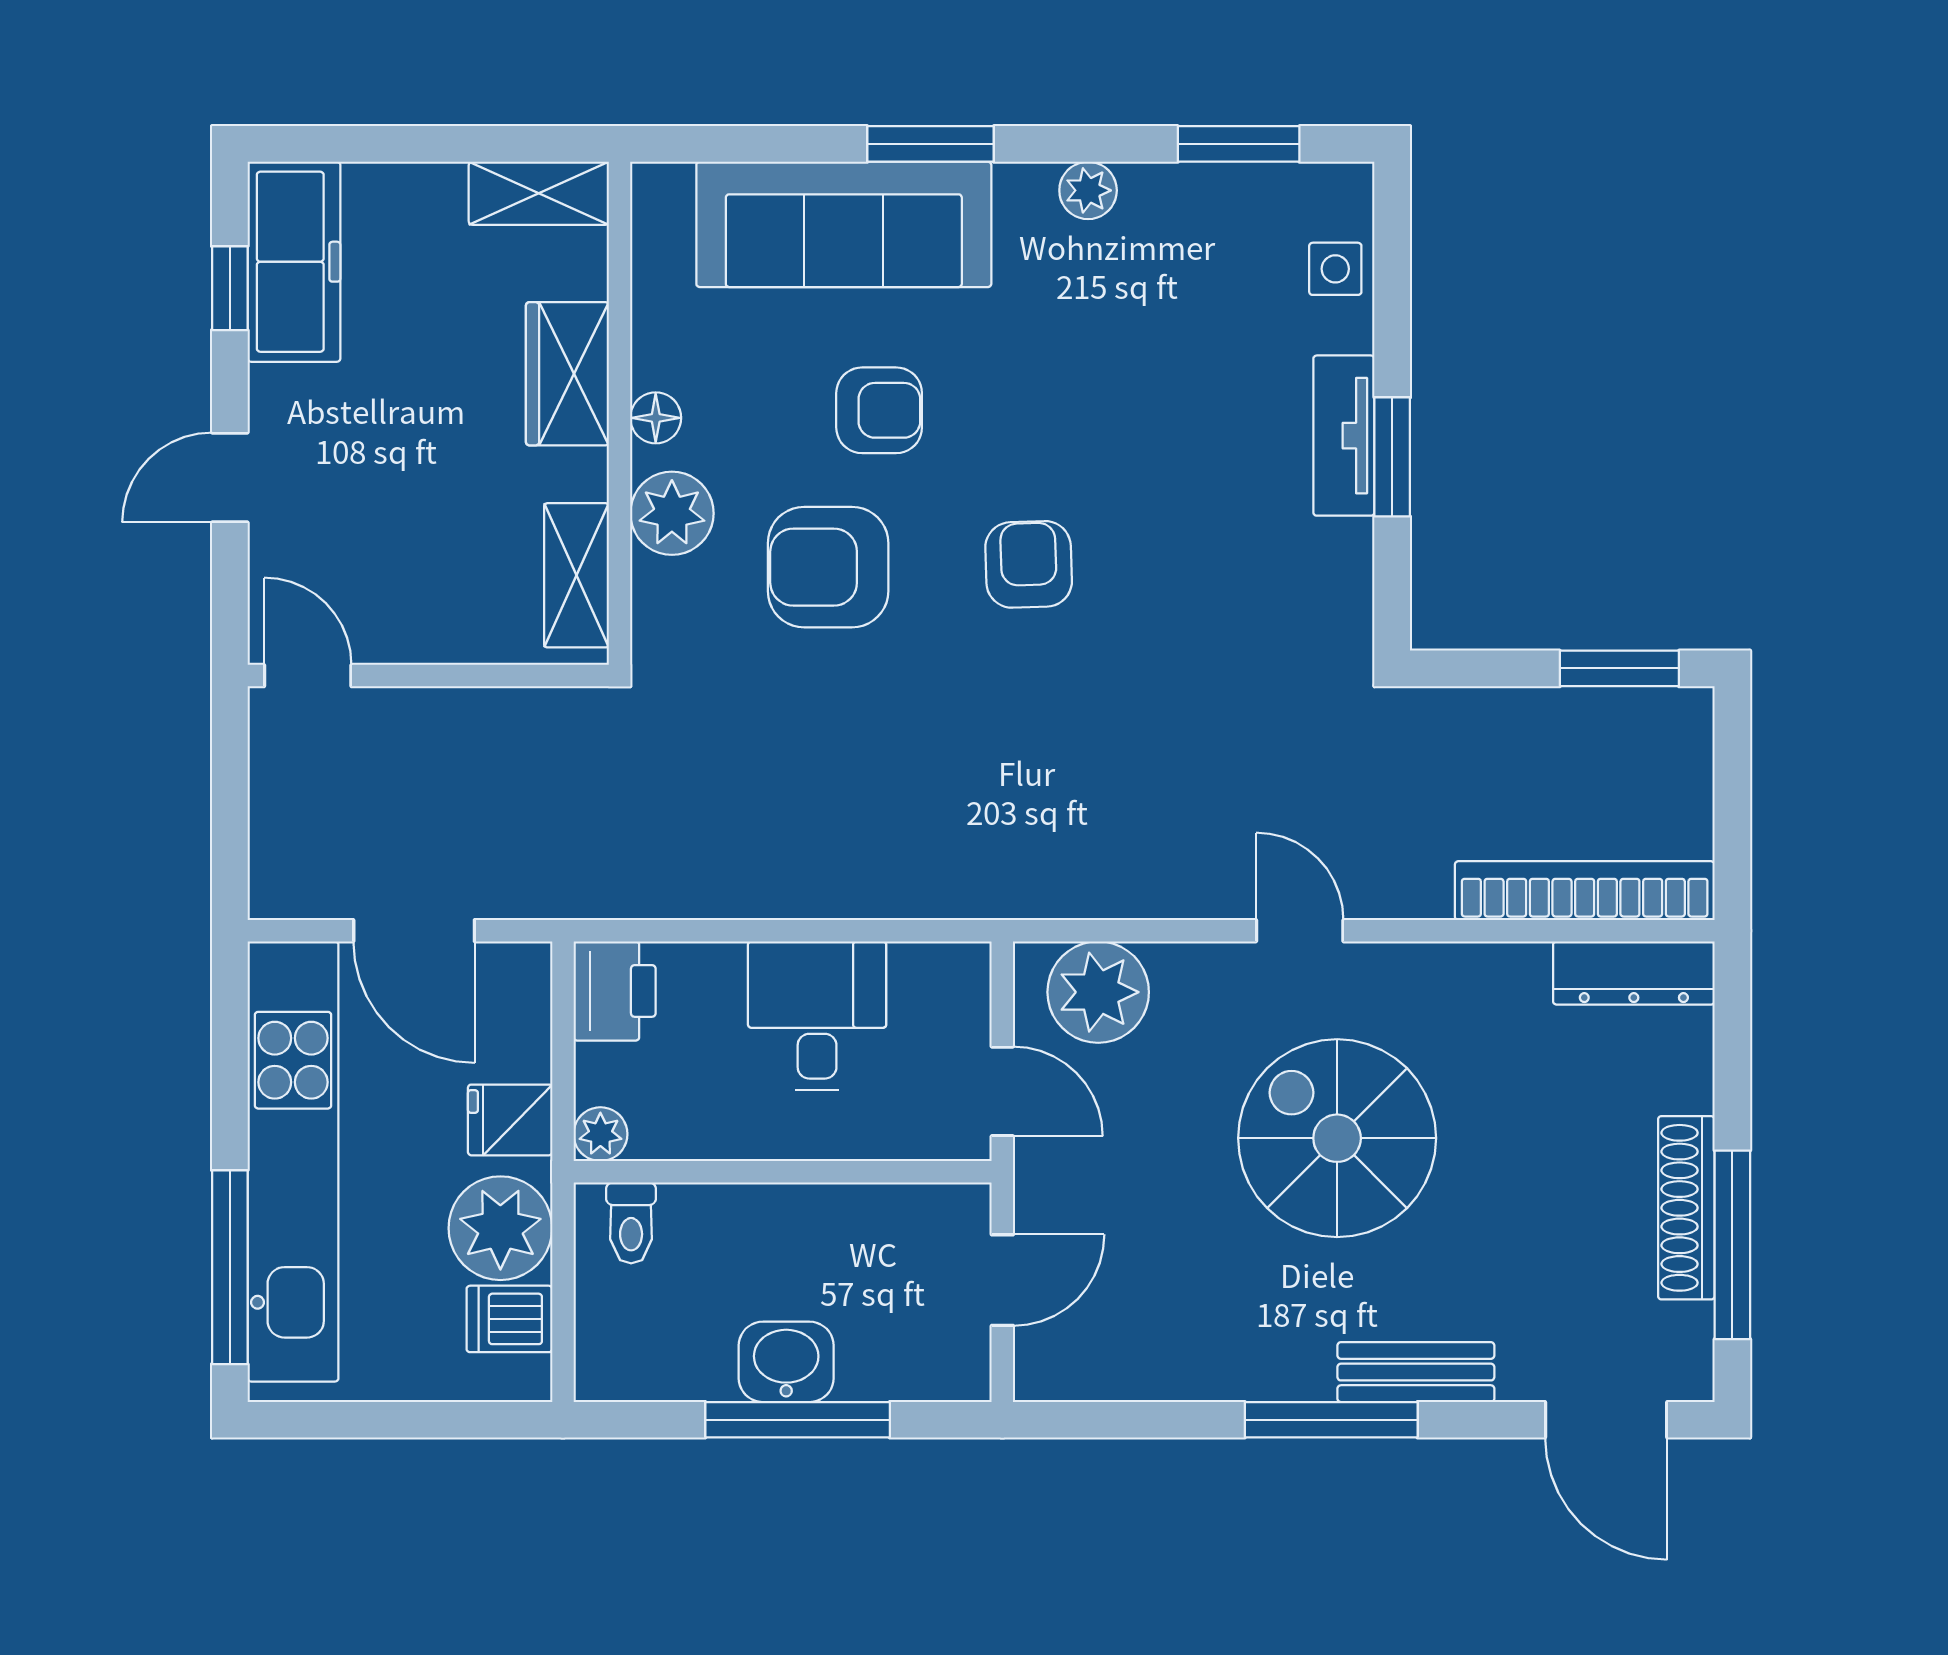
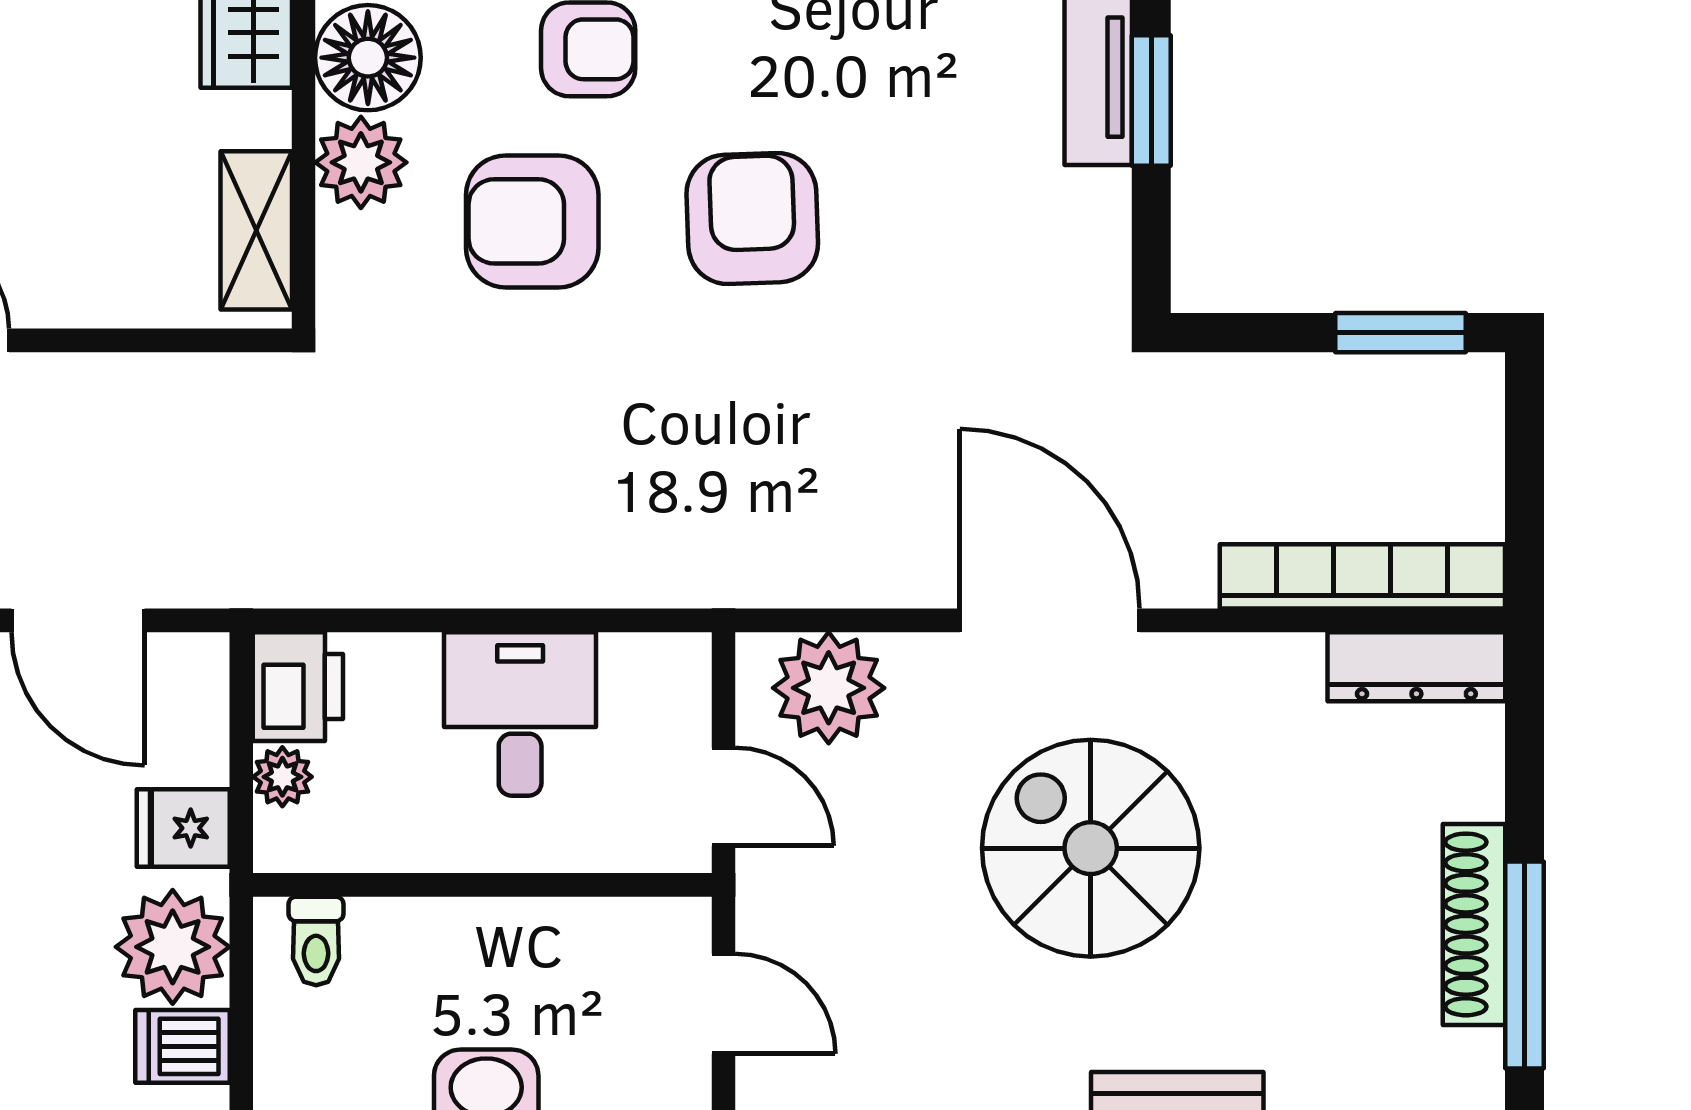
floor lamp: (656, 418) -> (368, 58), width x1.89, depth x1.89
armchair: (1029, 564) -> (752, 218), width x1.38, depth x1.38
door: (1300, 931) -> (1050, 620), width x1.88
plant: (600, 1134) -> (282, 777), moved
door: (1002, 1280) -> (723, 1004), hinge flipped

